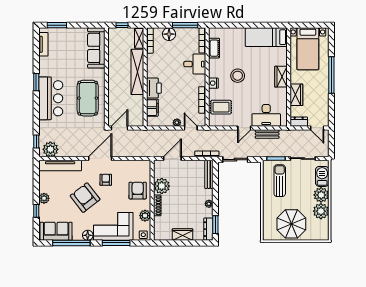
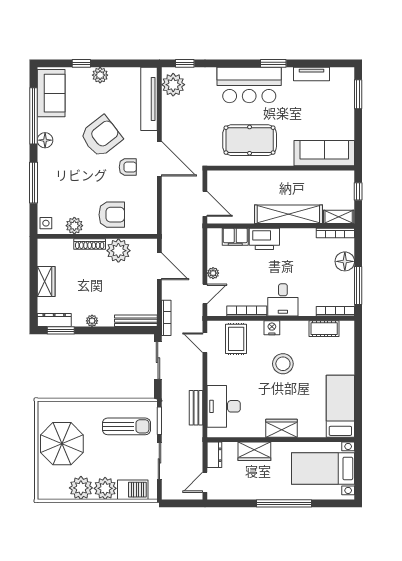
tv unit: (43, 44) -> (312, 74), moved
desk: (195, 64) -> (283, 300), moved
door: (119, 128) -> (205, 204), moved
door: (244, 128) -> (205, 343), moved
corner sofa: (113, 226) -> (58, 178), removed

